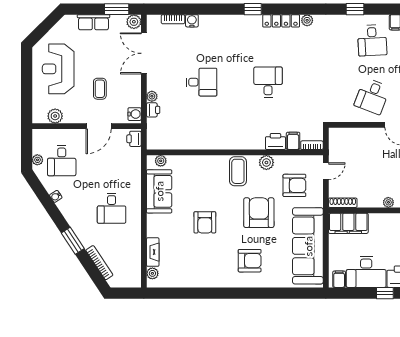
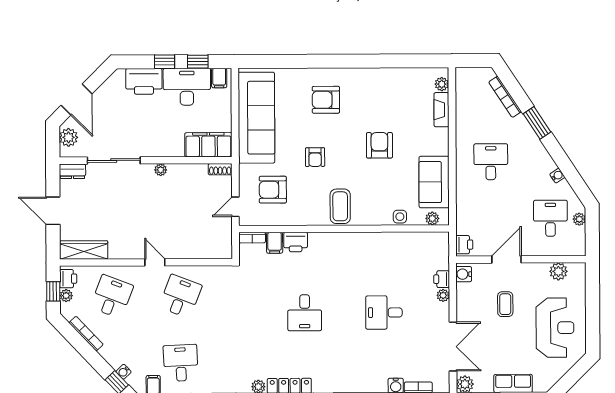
side table: (188, 162) -> (400, 217), added
plant: (266, 162) -> (306, 217), removed
shoe rack: (343, 203) -> (220, 169), width x0.70
armchair: (259, 213) -> (315, 157), width x0.53, depth x0.53
window: (357, 293) -> (198, 62), added

